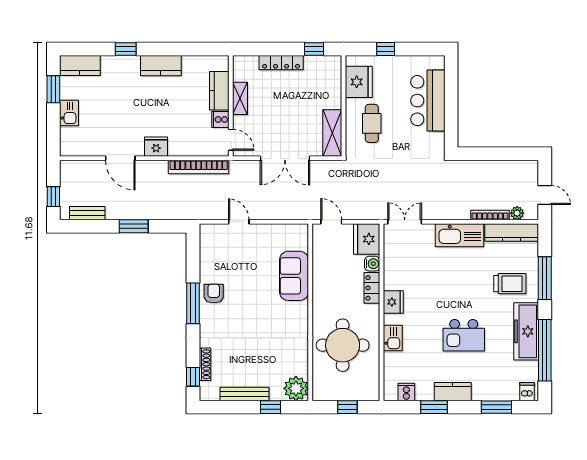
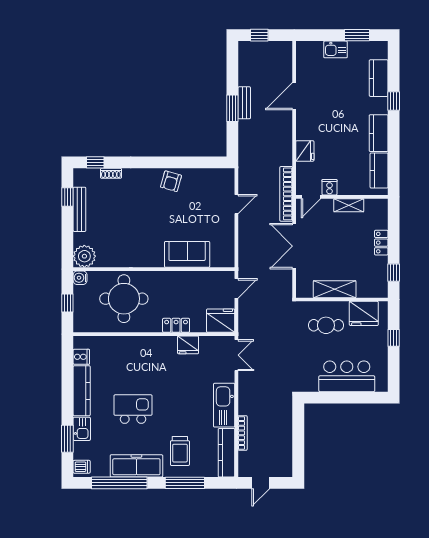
locker: (281, 63) -> (381, 243), width x0.66
kitchen counter: (80, 66) -> (379, 78), moved
kitchen counter: (219, 91) -> (379, 170), moved, turned -90
shelving: (332, 133) -> (335, 289), moved
fridge: (156, 147) -> (305, 151), moved
bookcase: (199, 167) -> (286, 194), moved
bench: (87, 213) -> (244, 103), moved
plant: (517, 213) -> (244, 458), removed
water cooler: (372, 264) -> (80, 278), moved, turned 90
armchair: (214, 293) -> (171, 181), turned 106
fridge: (393, 302) -> (188, 345), moved
window: (193, 303) -> (162, 162), removed
kitchen island: (464, 335) -> (133, 409), turned 90
kitchen sink: (393, 338) -> (82, 429), moved, turned -90
shoe rack: (205, 364) -> (111, 173), width x0.70
kitchen counter: (453, 392) -> (82, 391), width x1.50
window: (271, 407) -> (67, 197), moved
window: (434, 407) -> (67, 382), removed

